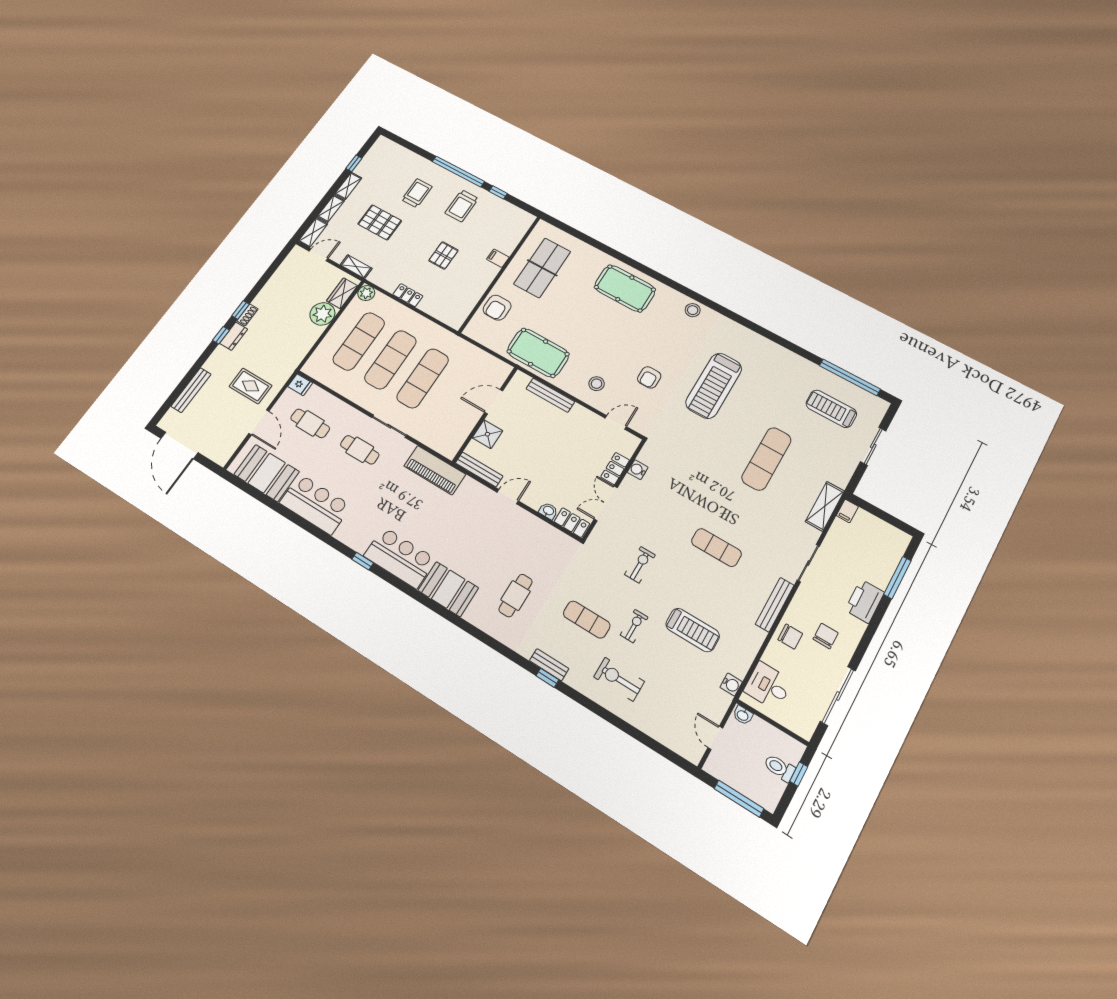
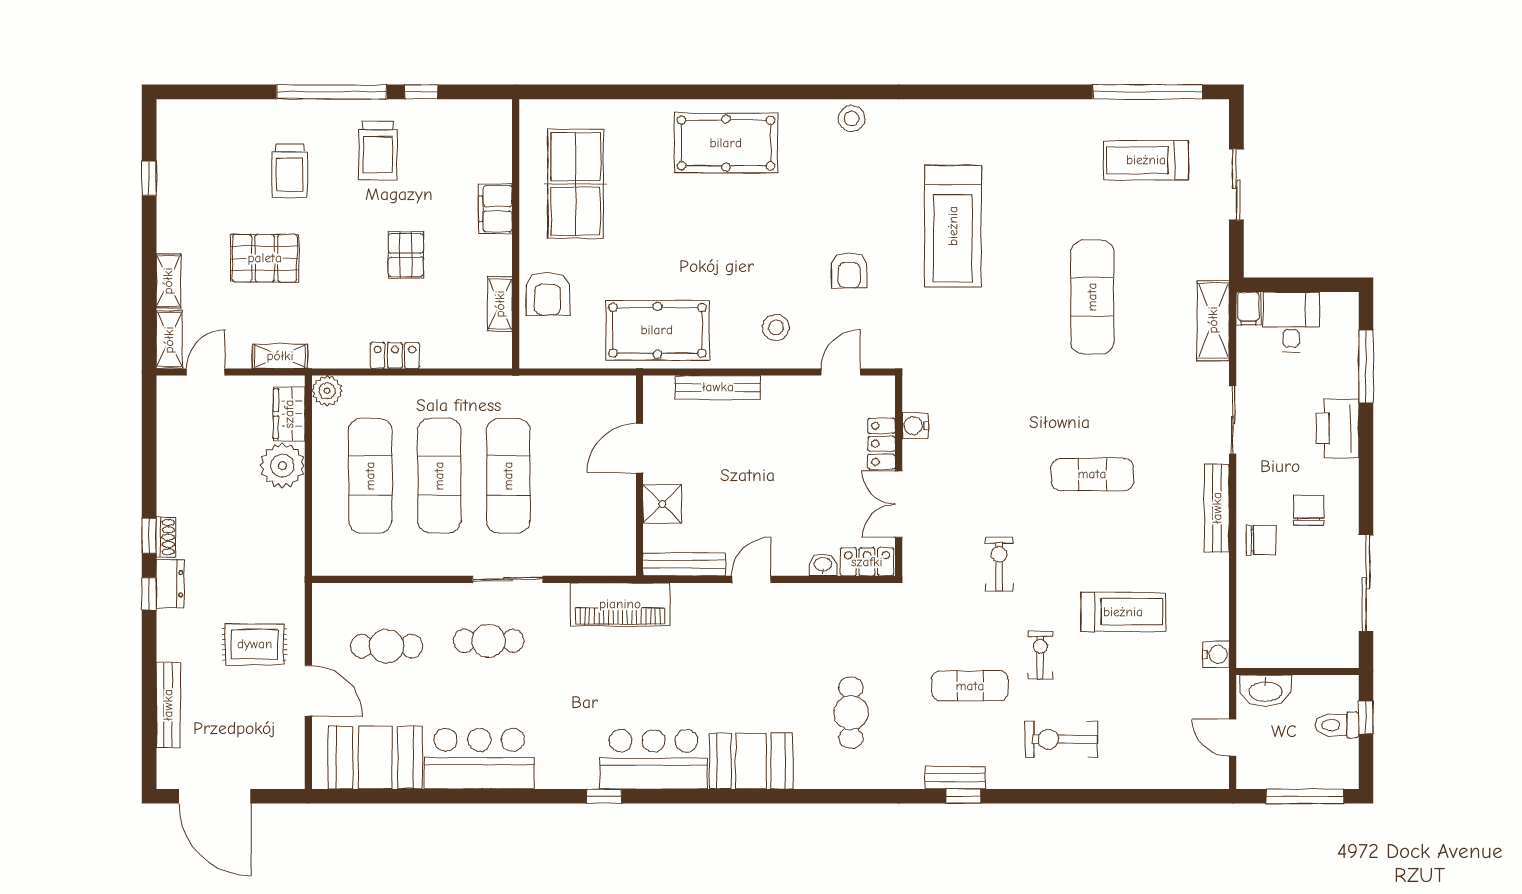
shelving: (348, 186) -> (500, 304), moved
trolley: (417, 193) -> (290, 171), turned 180
filing cabinet: (498, 258) -> (495, 209), width x2.00
fridge: (300, 385) -> (329, 597), removed
desk: (768, 686) -> (1291, 322), moved, turned 90
washbasin: (743, 715) -> (1265, 691), width x1.91, depth x1.45

